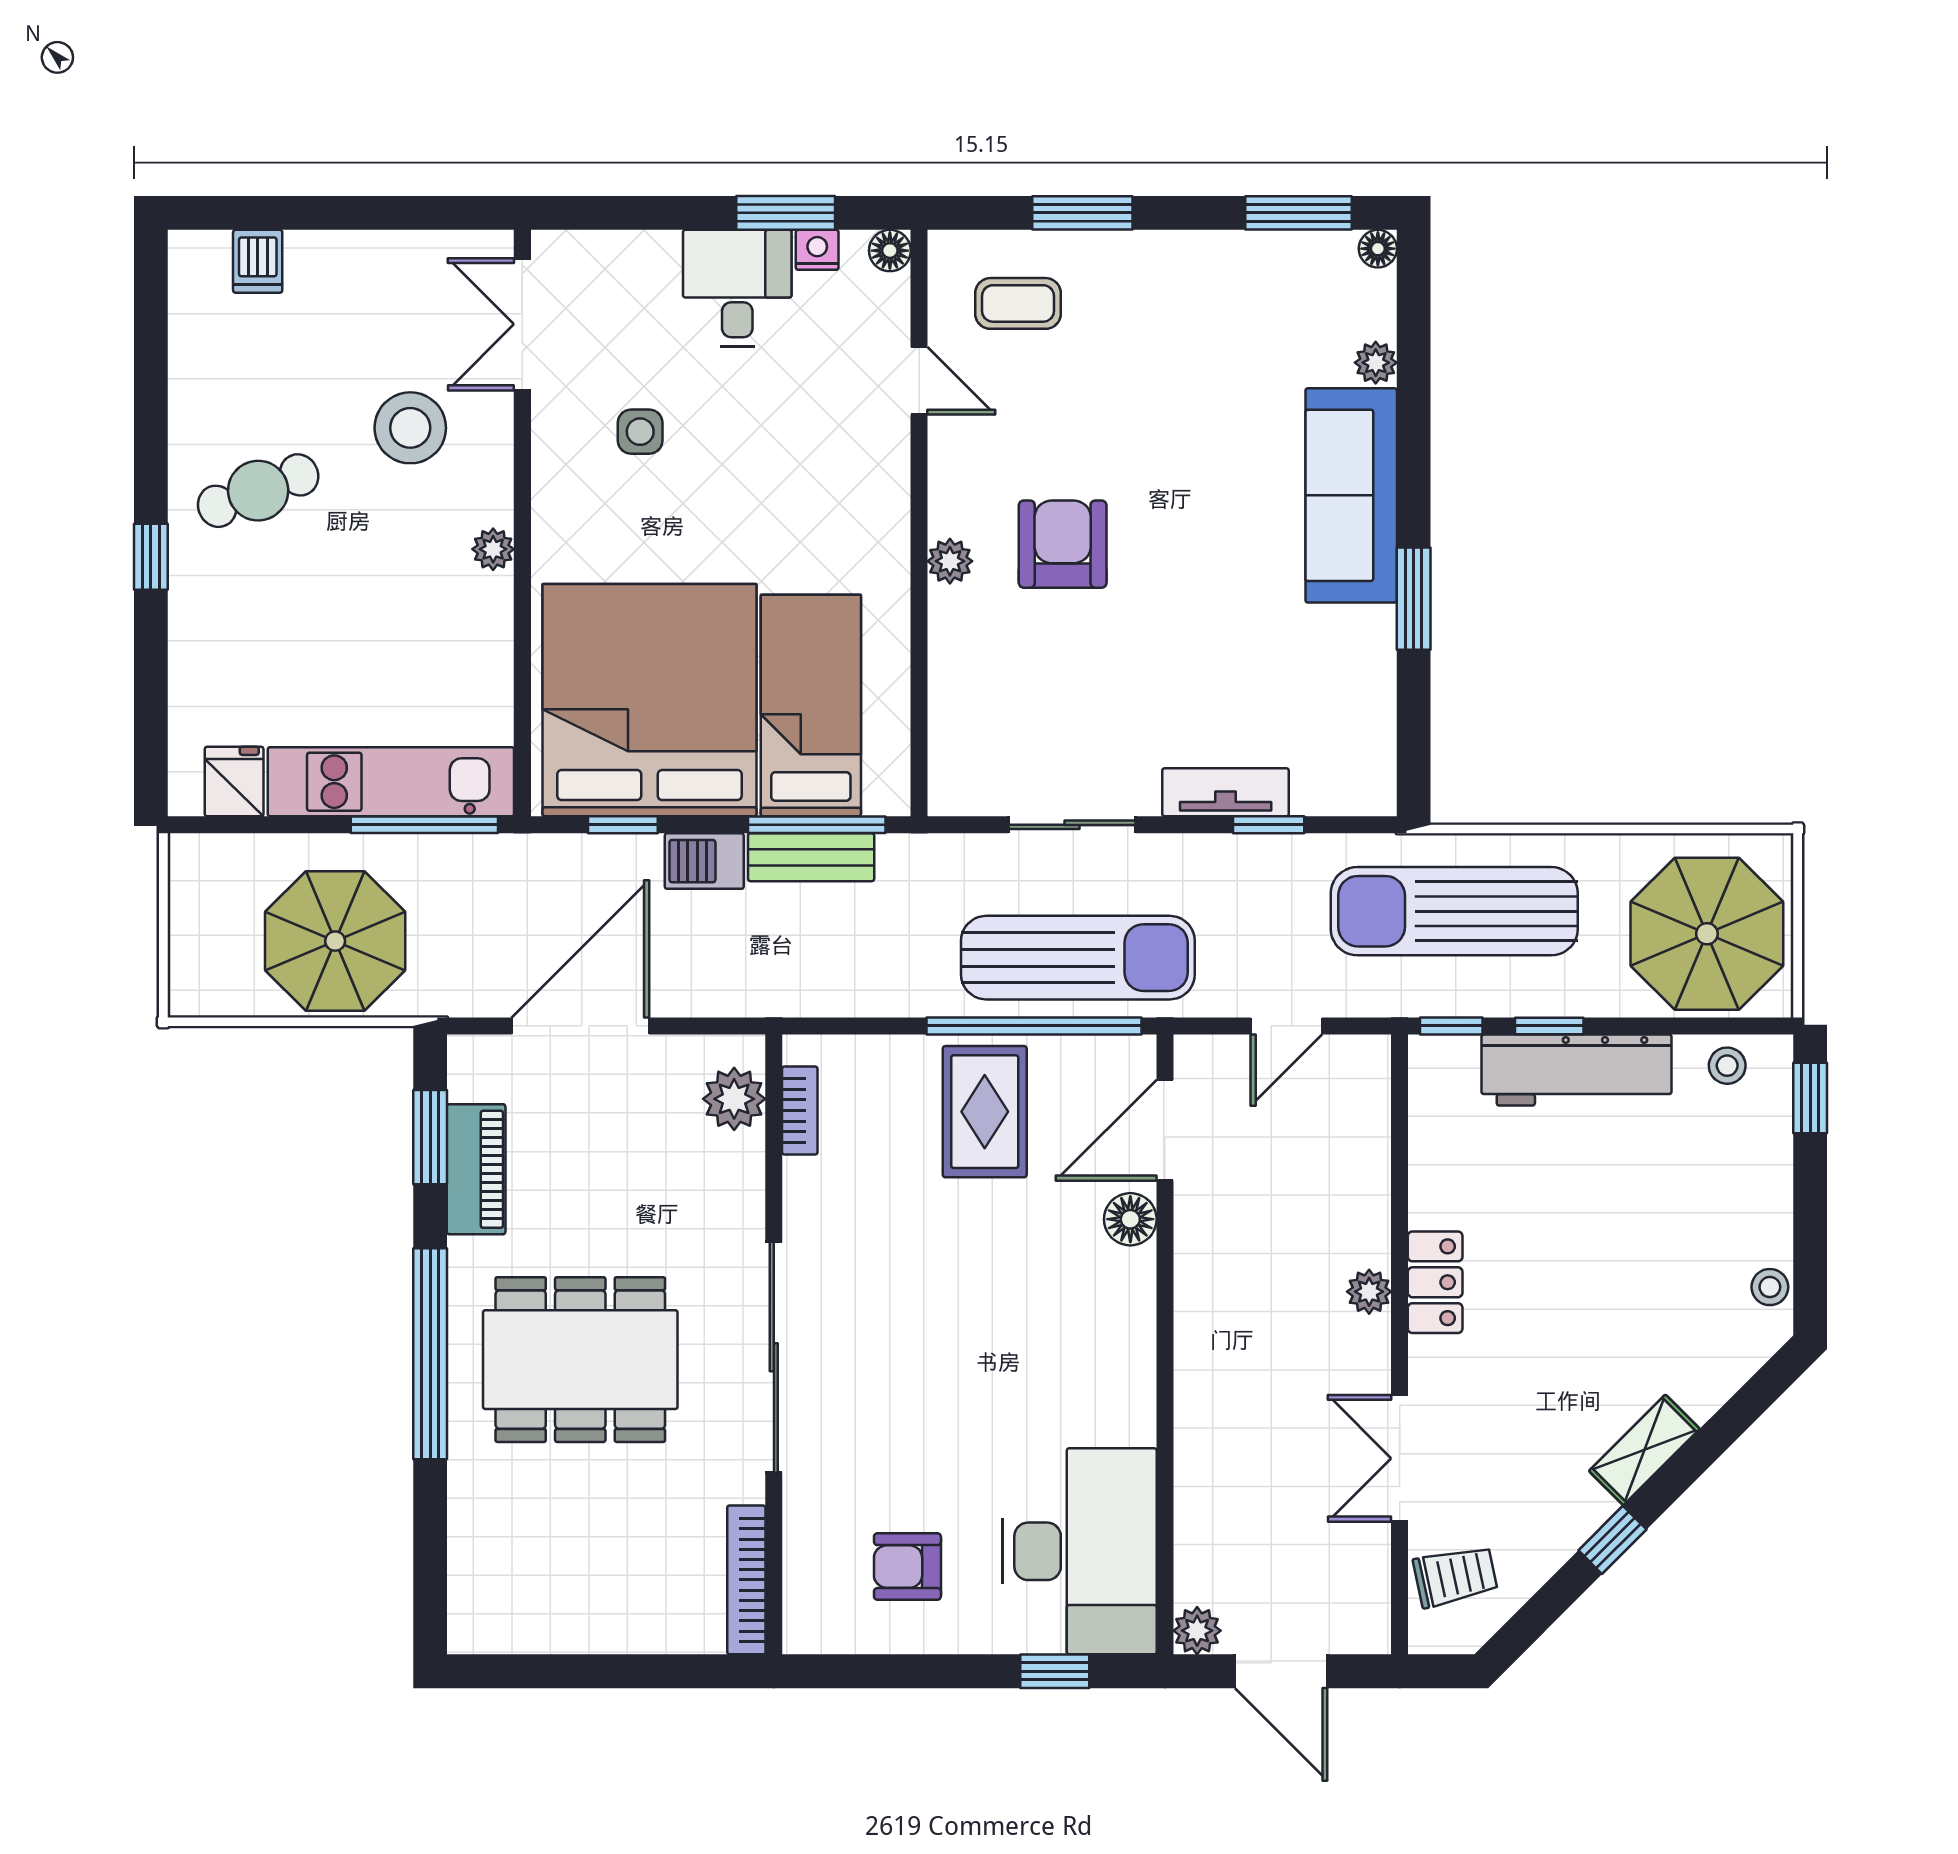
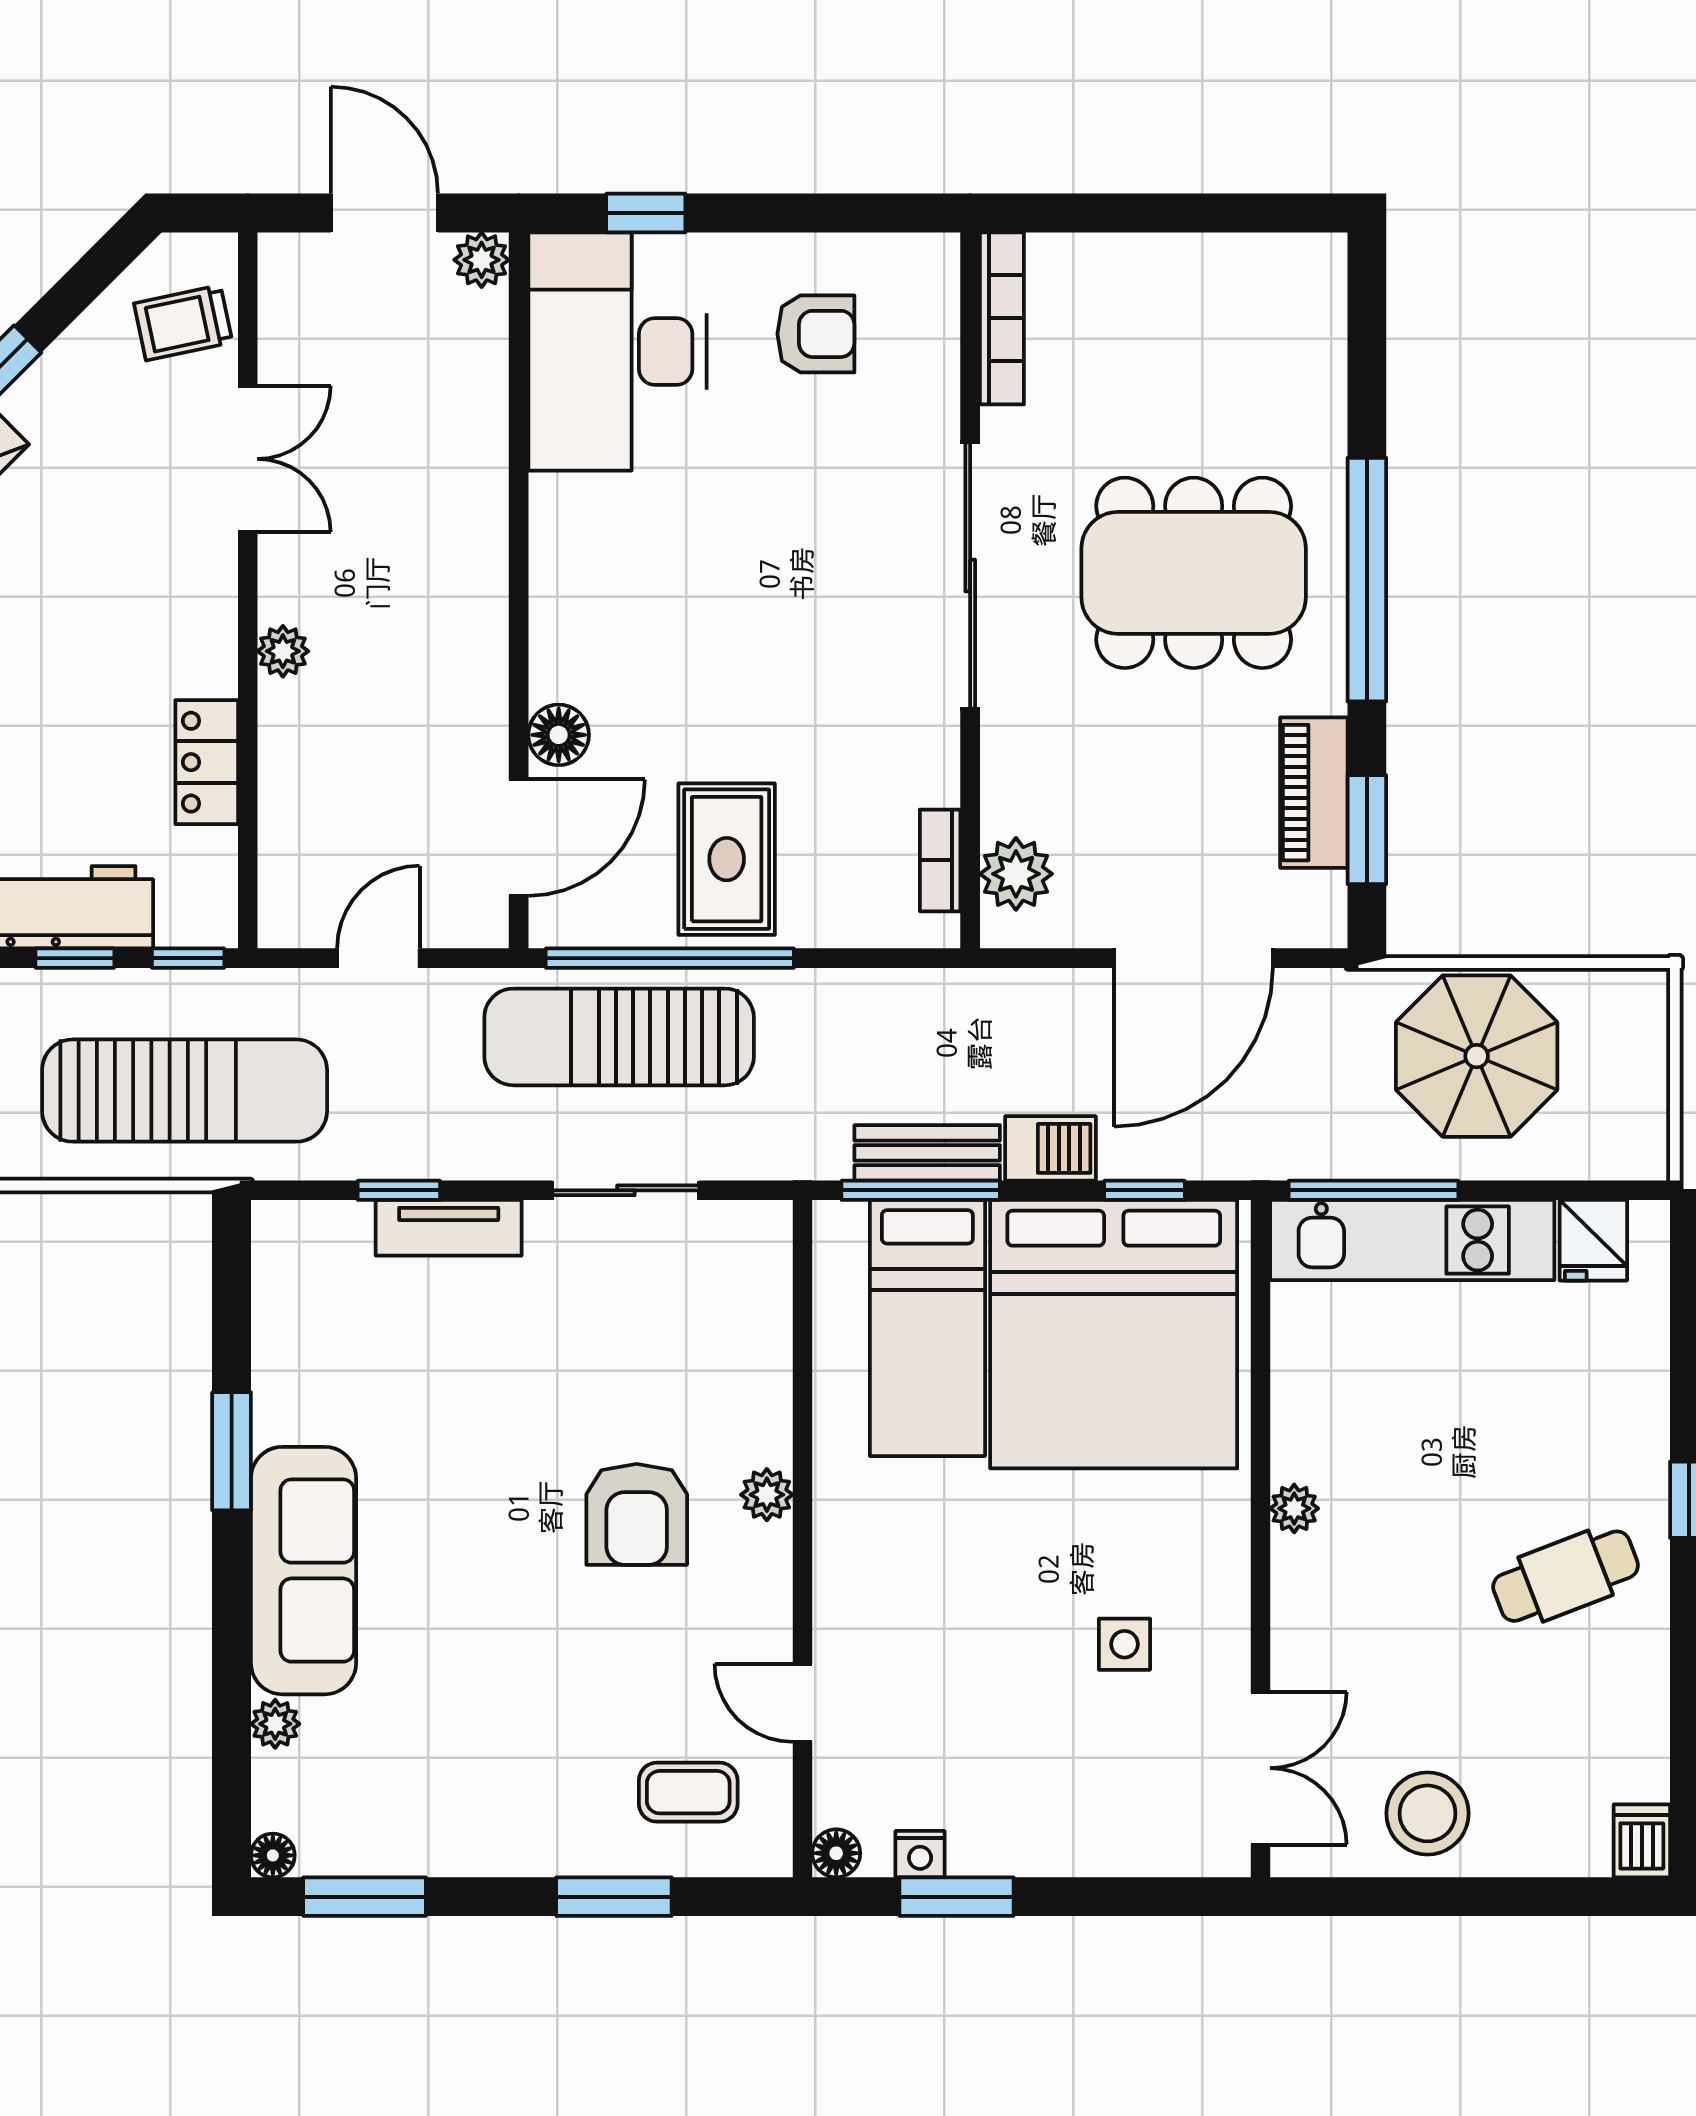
dishwasher: (258, 261) -> (1642, 1841), moved
desk: (737, 288) -> (1012, 1810), removed
stool: (410, 428) -> (1428, 1813), moved
locker: (1435, 1282) -> (207, 762), moved

